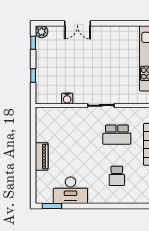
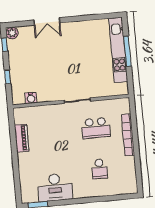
water cooler: (67, 99) -> (31, 98), moved
piano: (42, 157) -> (22, 138), moved

